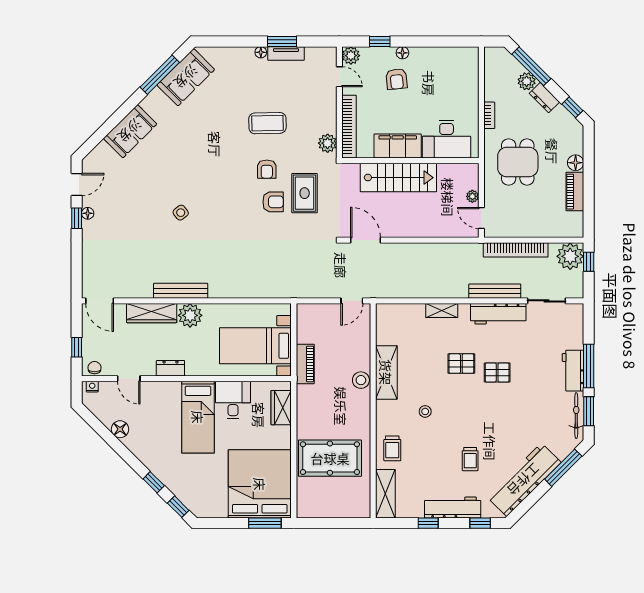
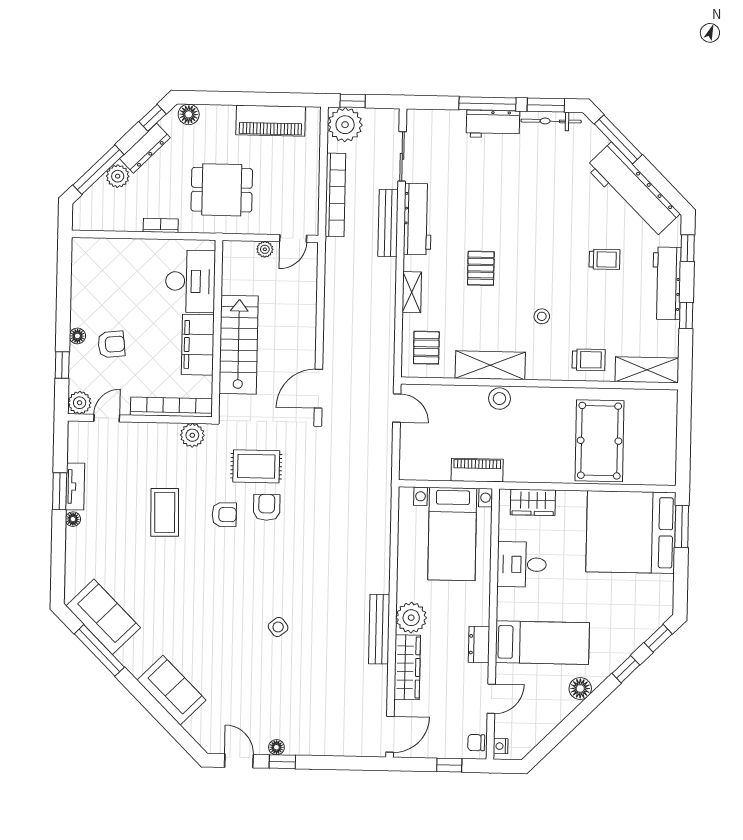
dresser: (544, 98) -> (145, 148), width x1.44
floor lamp: (576, 163) -> (189, 114), moved
piano: (575, 192) -> (271, 121), width x1.37, depth x1.33
pallet: (497, 372) -> (426, 348), moved
bed: (198, 417) -> (542, 643), moved
floor lamp: (120, 429) -> (580, 688), moved

